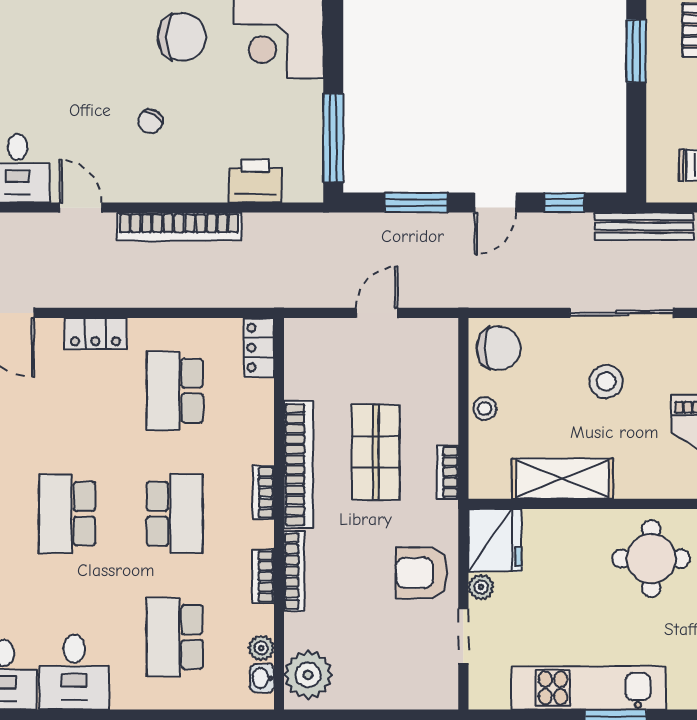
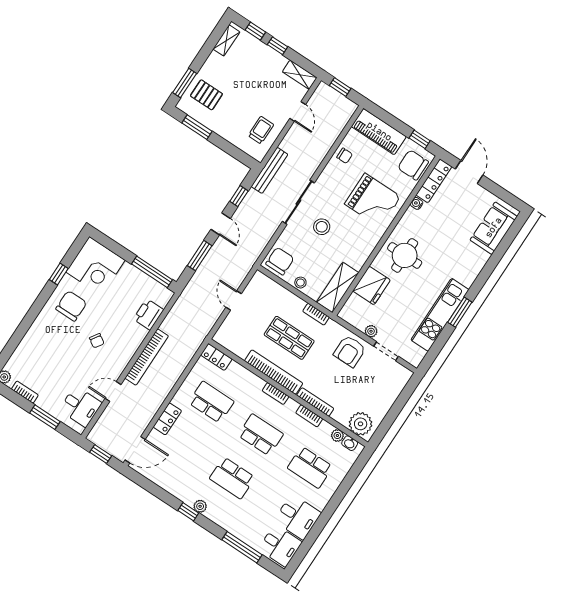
school desk: (175, 391) -> (211, 402), turned 180
shelving: (562, 479) -> (338, 287), moved
fridge: (495, 540) -> (372, 286), moved, turned 90

